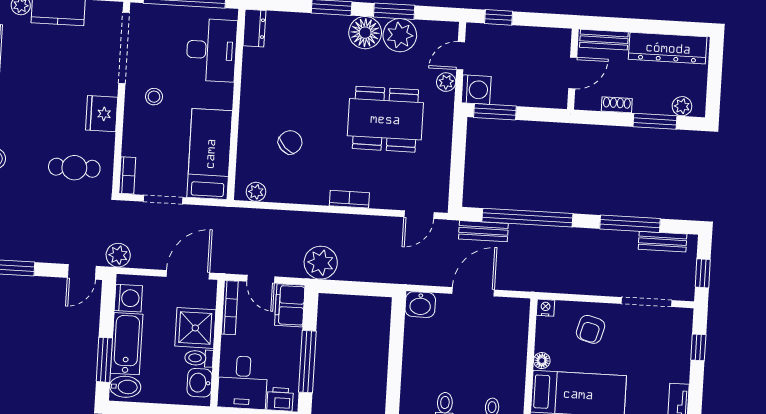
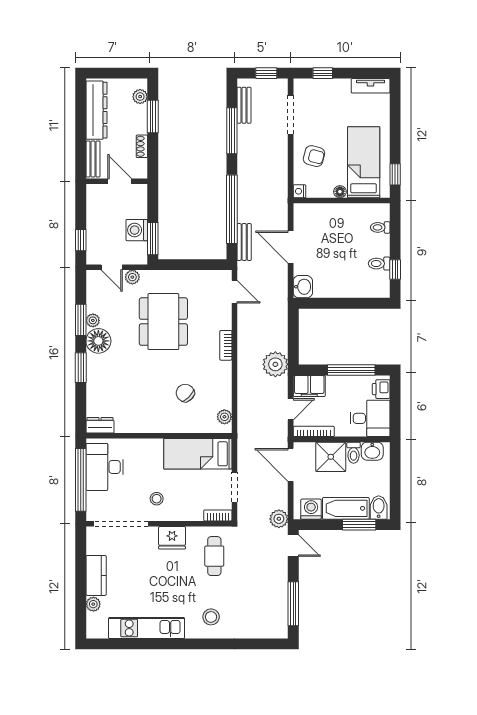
plant: (400, 35) -> (93, 320), width x0.53, depth x0.53
desk: (211, 50) -> (105, 467), moved, turned -90
washing machine: (476, 90) -> (137, 230), moved, turned -90

